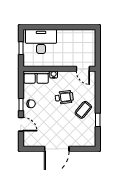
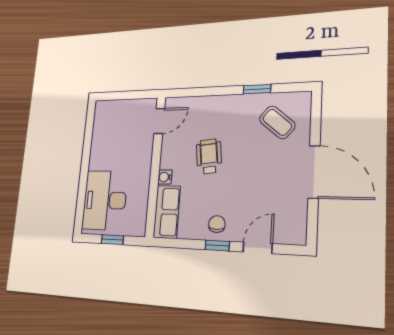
coffee table: (83, 110) -> (277, 122), moved

